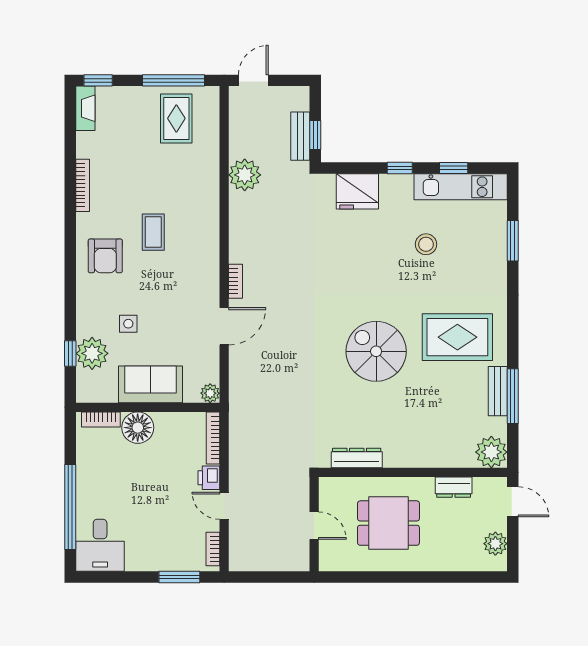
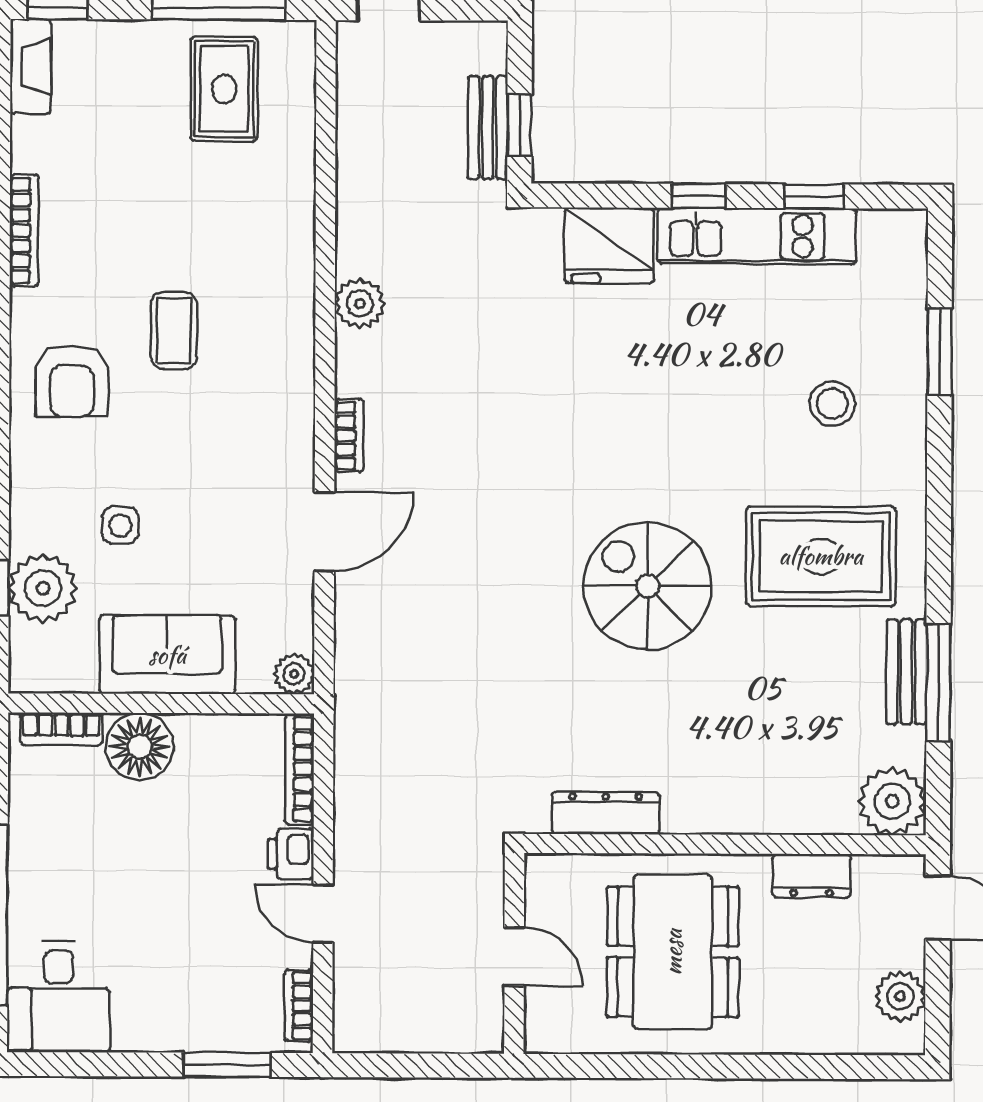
plant: (245, 175) -> (360, 303), moved, width x0.73, depth x0.73
kitchen unit: (461, 187) -> (757, 236), moved
stool: (426, 244) -> (832, 404), moved
dining table: (388, 523) -> (673, 952), width x1.37

